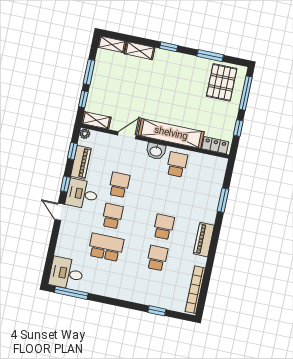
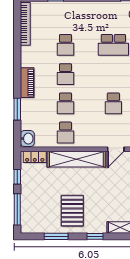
pallet: (222, 82) -> (72, 211), moved
washbasin: (156, 151) -> (27, 139), moved, turned 90
school desk: (112, 216) -> (65, 103), moved
piano: (204, 240) -> (27, 83), moved

